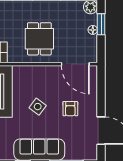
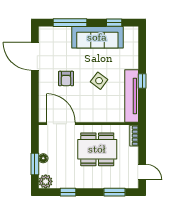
dining table: (39, 39) -> (97, 149), width x1.38
armchair: (70, 109) -> (66, 79), turned 180

